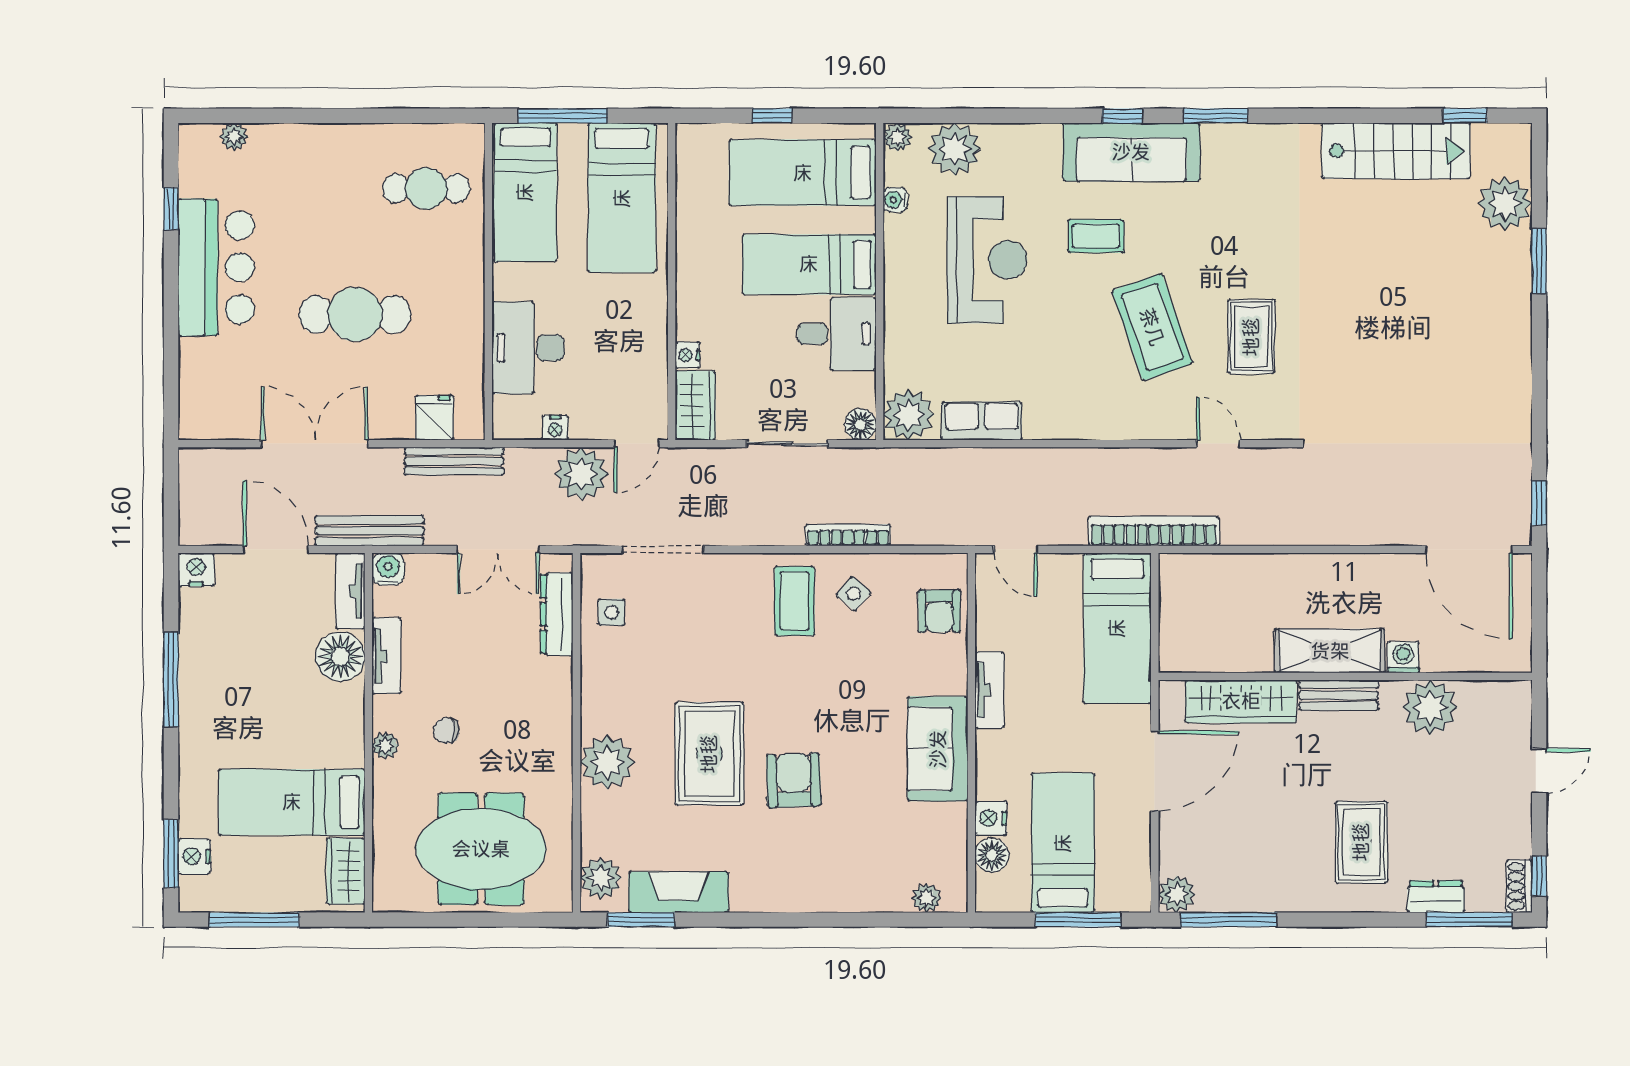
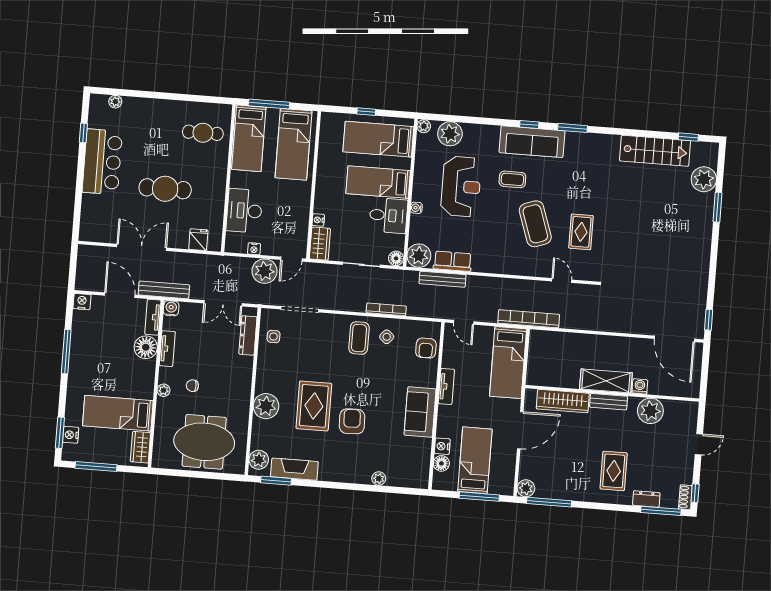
water cooler: (895, 200) -> (416, 208), moved
bench: (454, 461) -> (443, 279), moved
plant: (926, 898) -> (379, 479), moved

